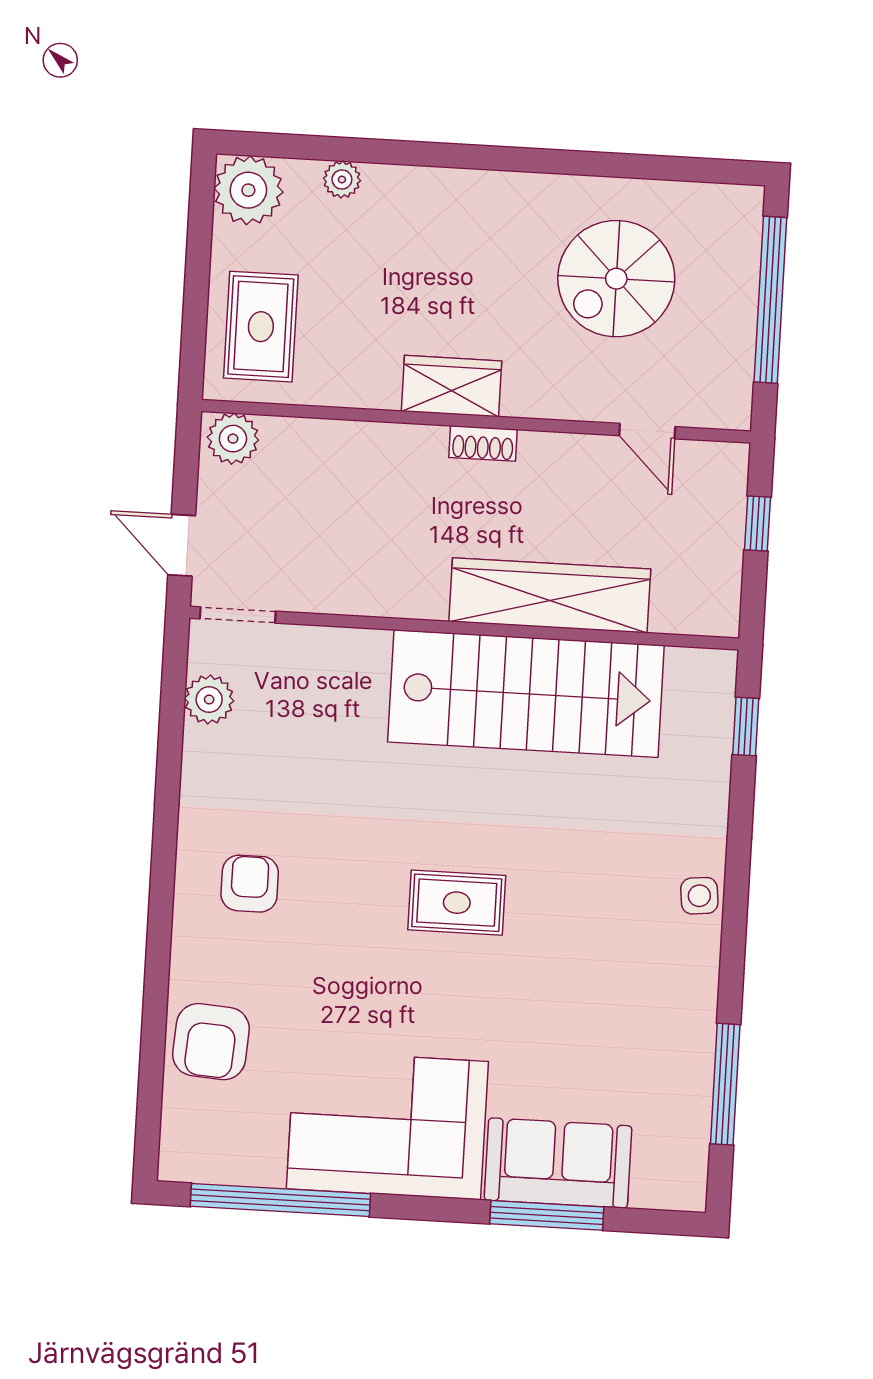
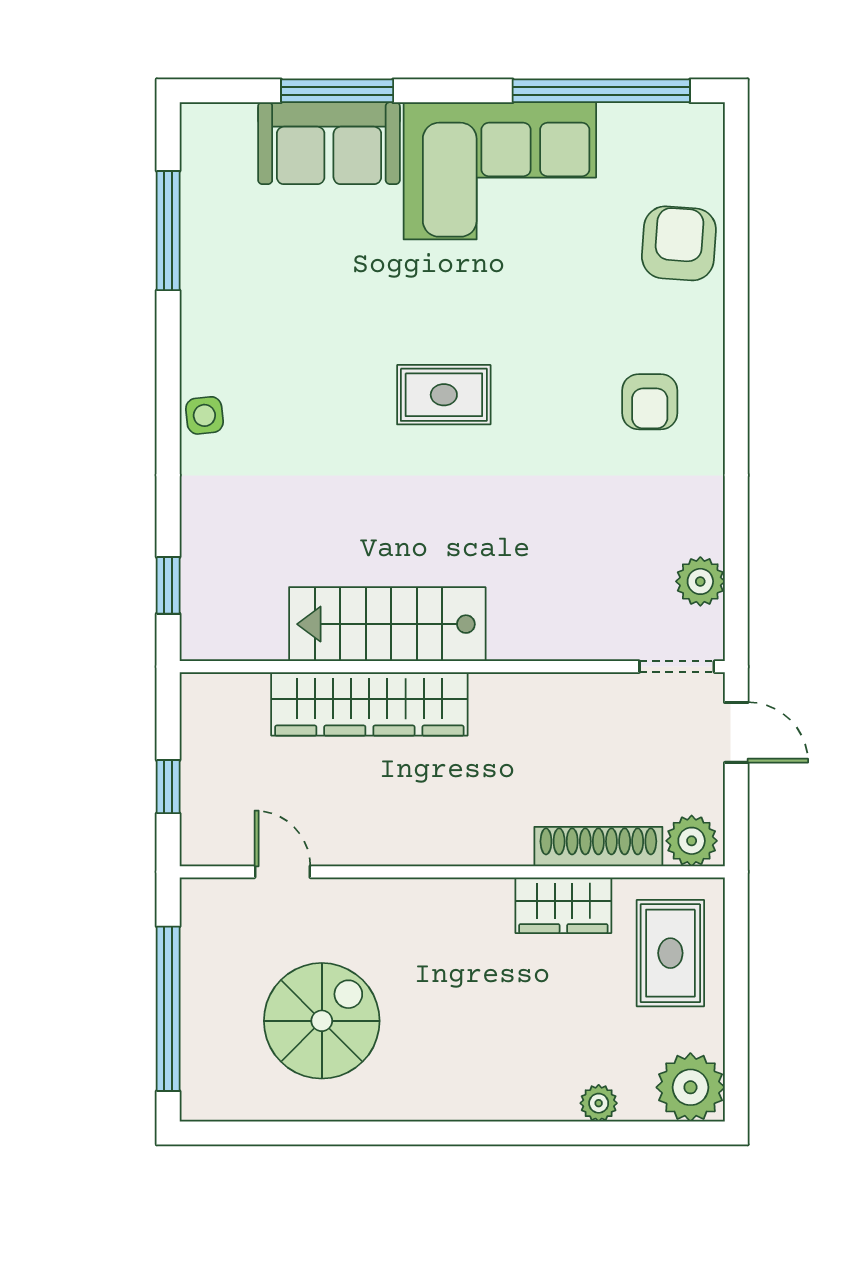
wardrobe: (452, 386) -> (563, 905), moved
shoe rack: (483, 443) -> (598, 847), moved, width x1.94, depth x1.24
stairs: (526, 694) -> (387, 624), width x0.73, depth x0.66

